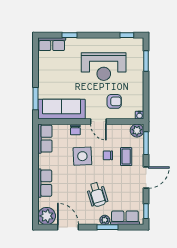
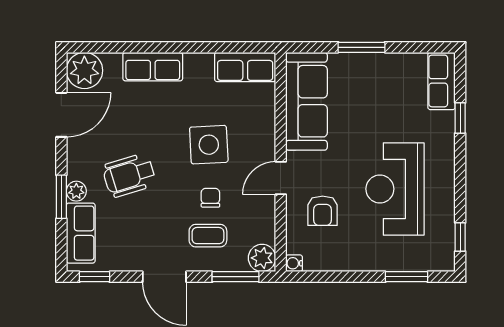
window: (36, 99) -> (361, 47), moved
chair: (75, 130) -> (263, 130), removed

